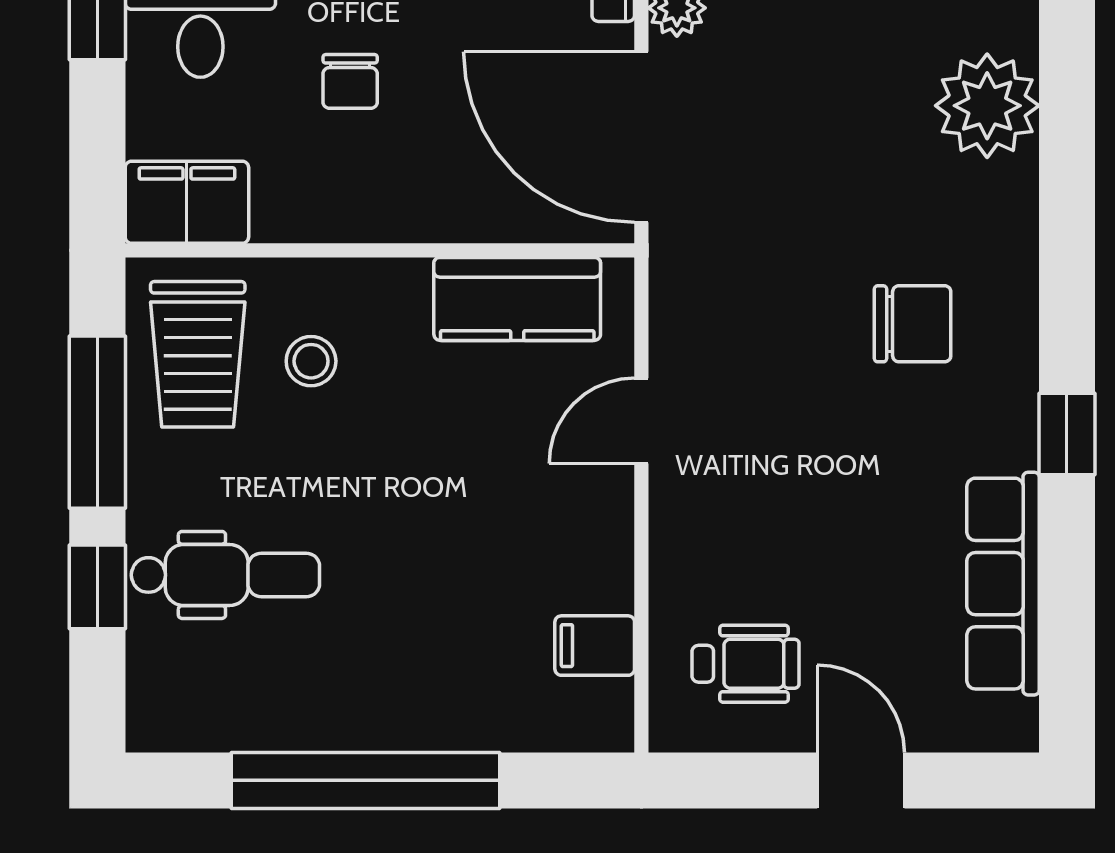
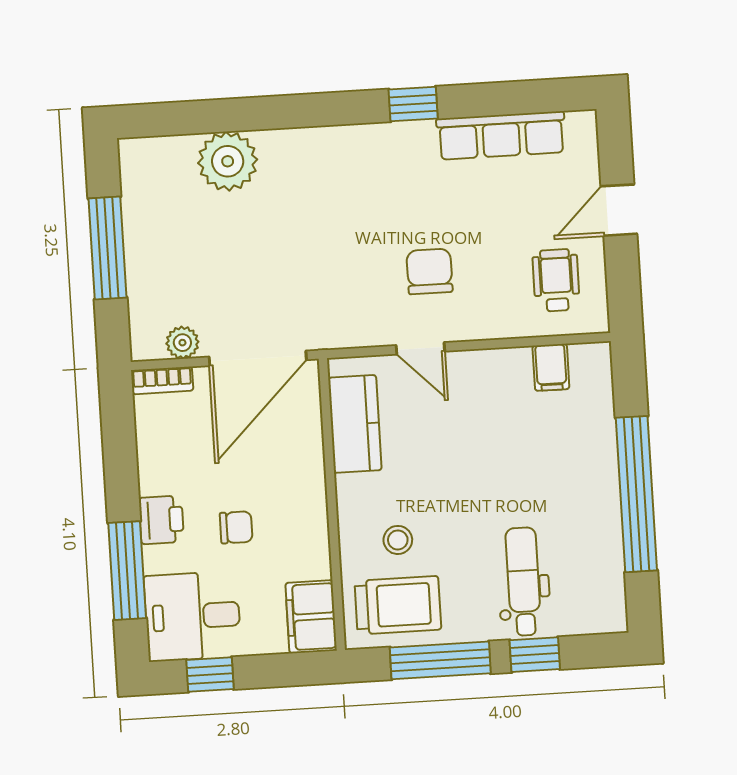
chair: (913, 324) -> (429, 271), moved

